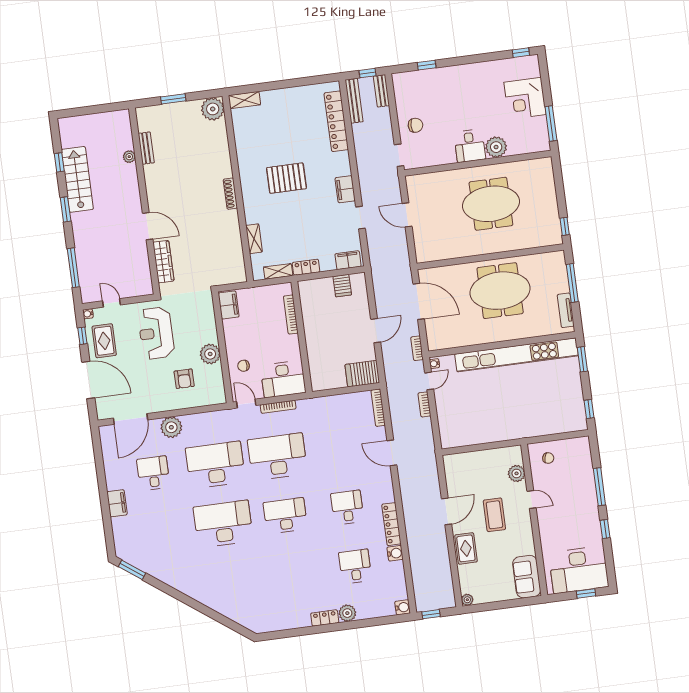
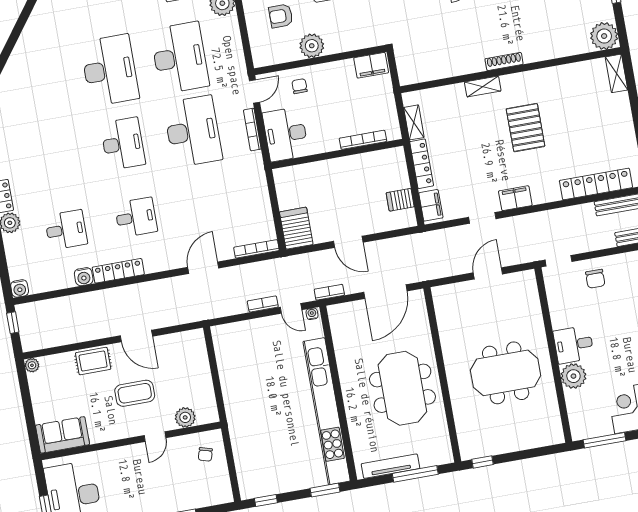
meeting table: (491, 204) -> (506, 373), turned 90
shelving: (254, 239) -> (483, 87), moved
locker: (306, 267) -> (422, 164), width x1.53
tv unit: (566, 310) -> (390, 466), width x1.41

